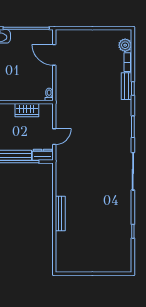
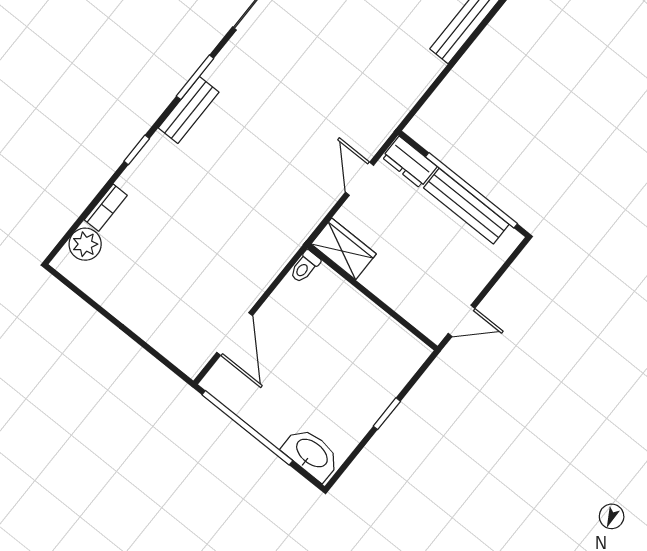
bench: (127, 86) -> (189, 110), moved
wardrobe: (27, 110) -> (344, 249), moved
door: (54, 137) -> (359, 179), hinge flipped

